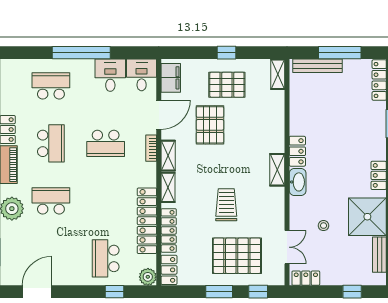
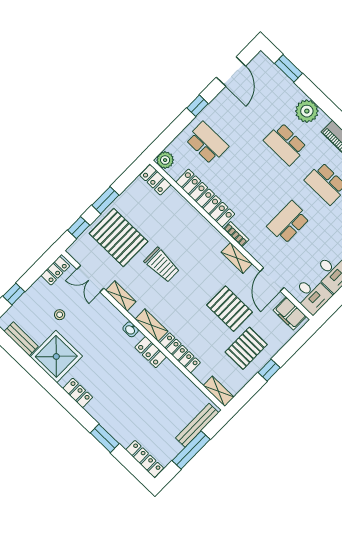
bookcase: (151, 148) -> (236, 234), moved
washbasin: (298, 182) -> (131, 329), width x0.52, depth x0.69
shelving: (168, 187) -> (121, 296), moved
school desk: (51, 201) -> (285, 144), turned 90
stool: (324, 226) -> (60, 315), moved
locker: (169, 230) -> (180, 353), moved, turned 180
pallet: (237, 256) -> (119, 238), turned 90
window: (114, 292) -> (198, 106), moved

